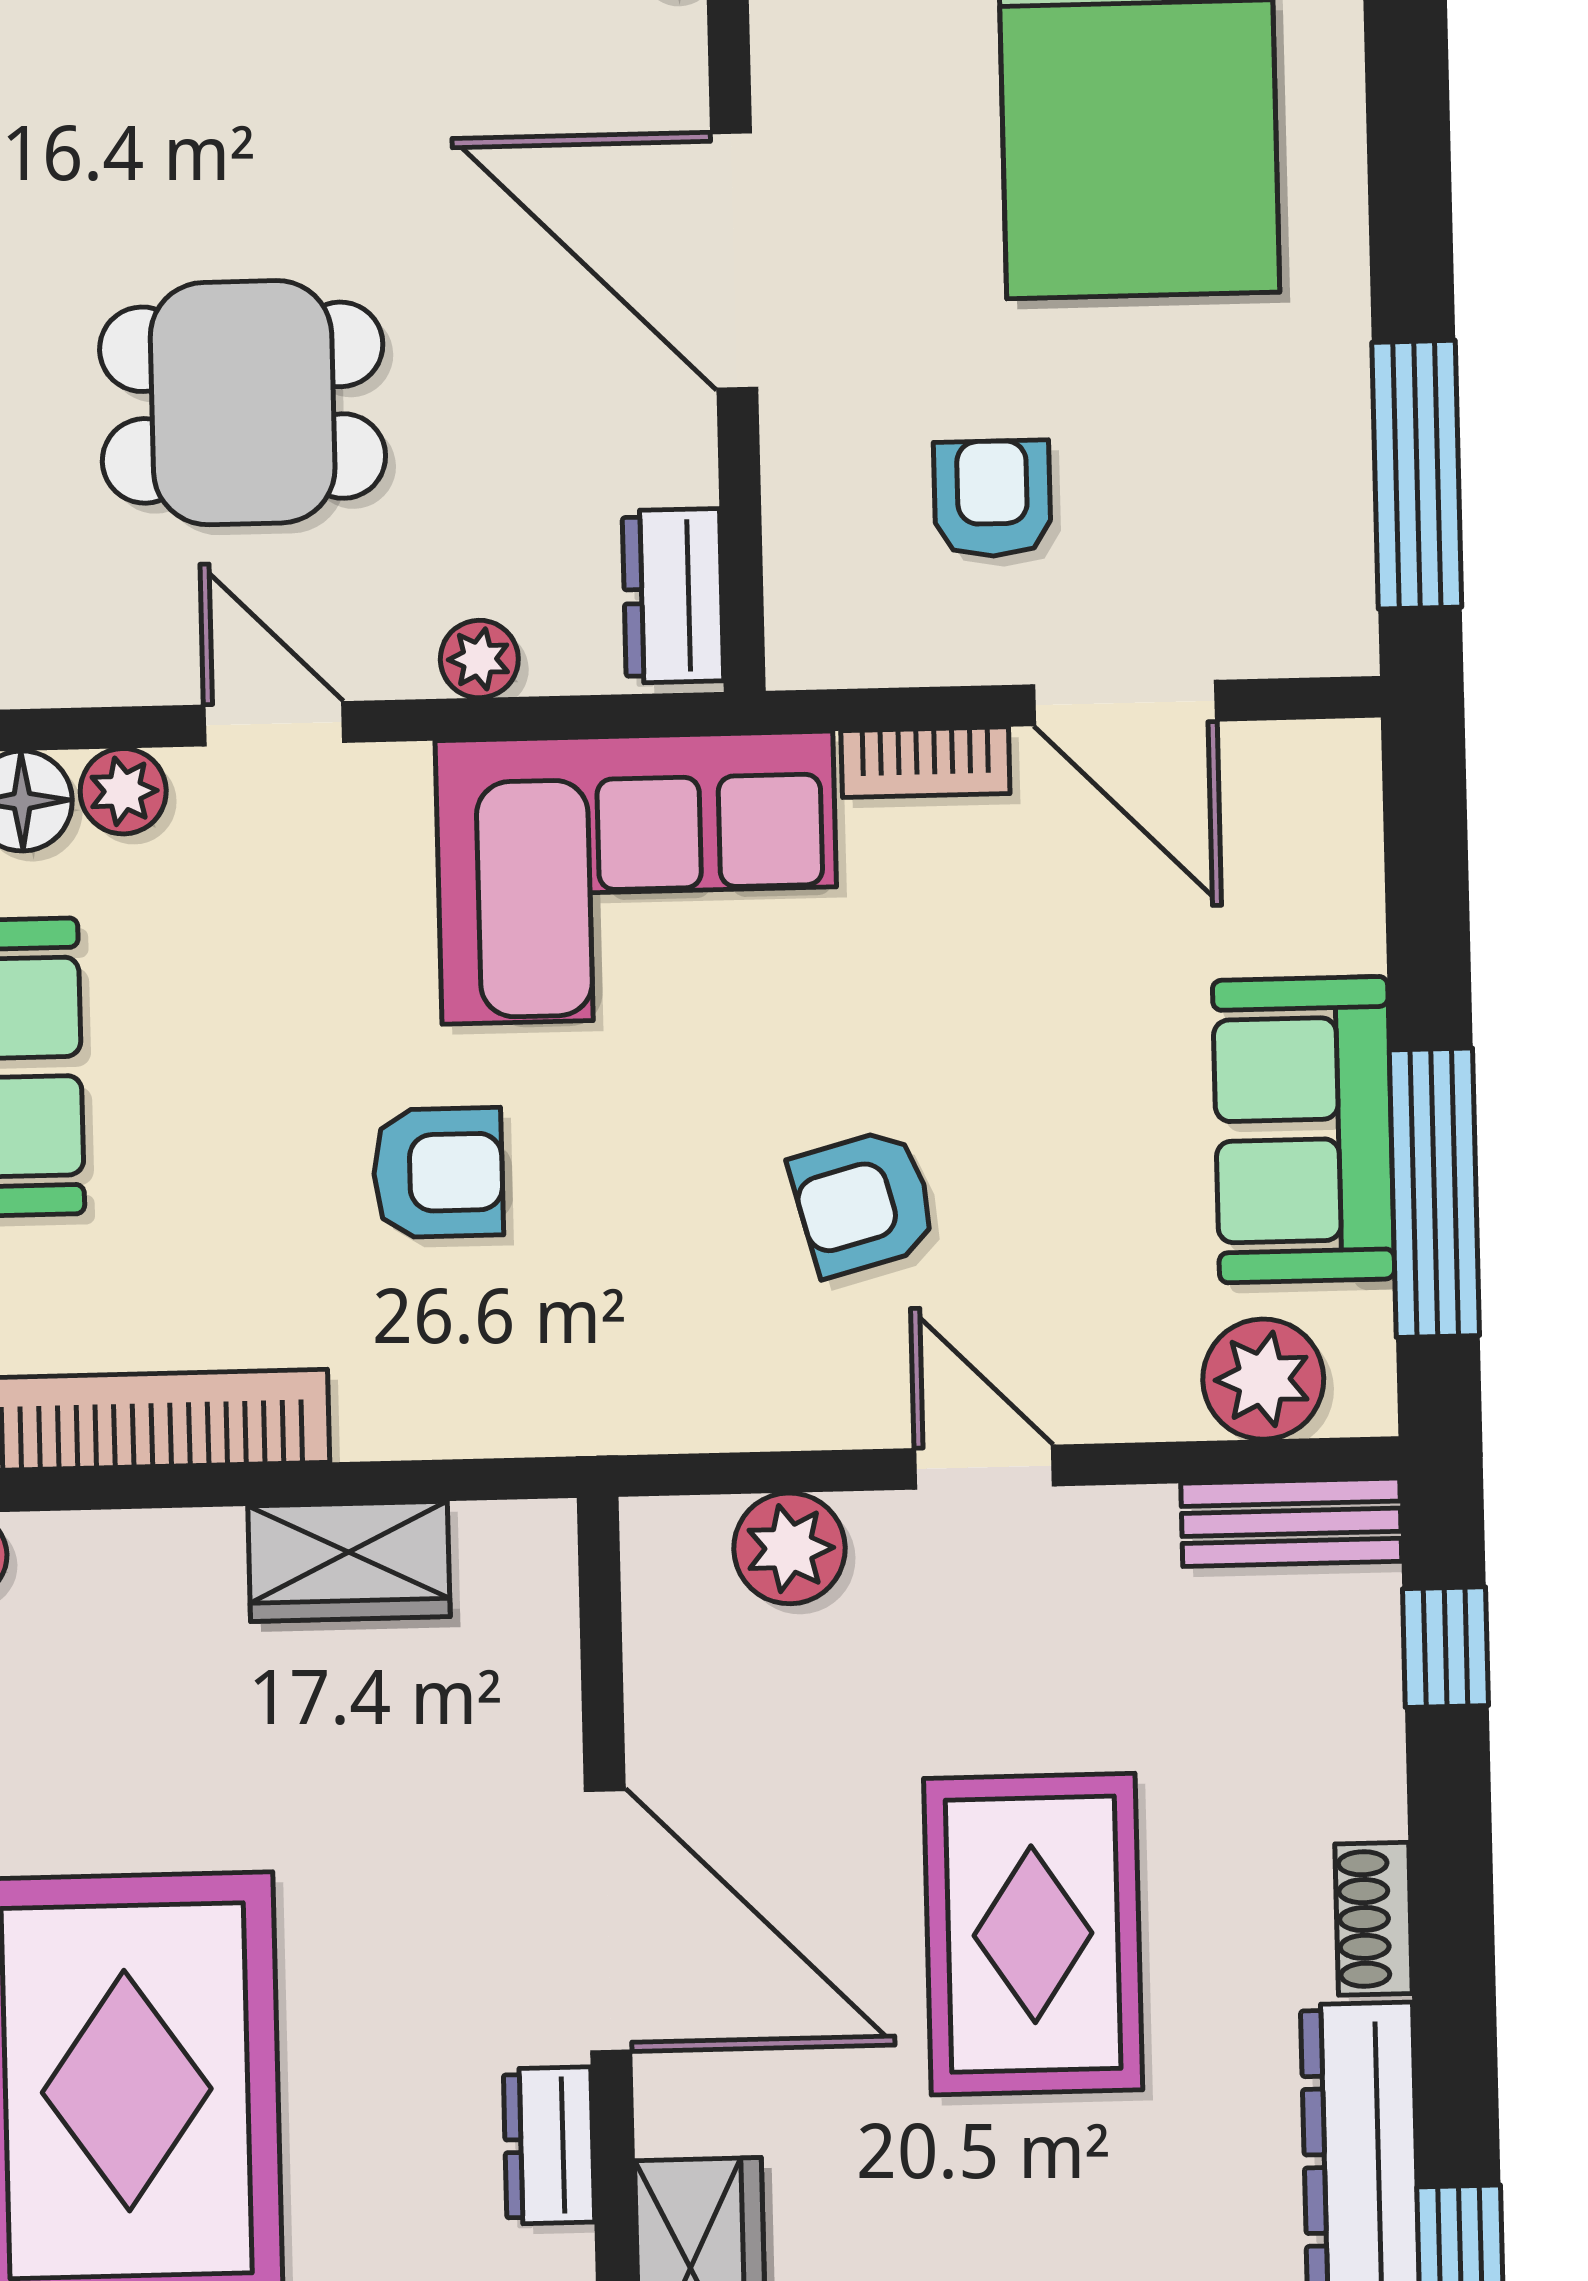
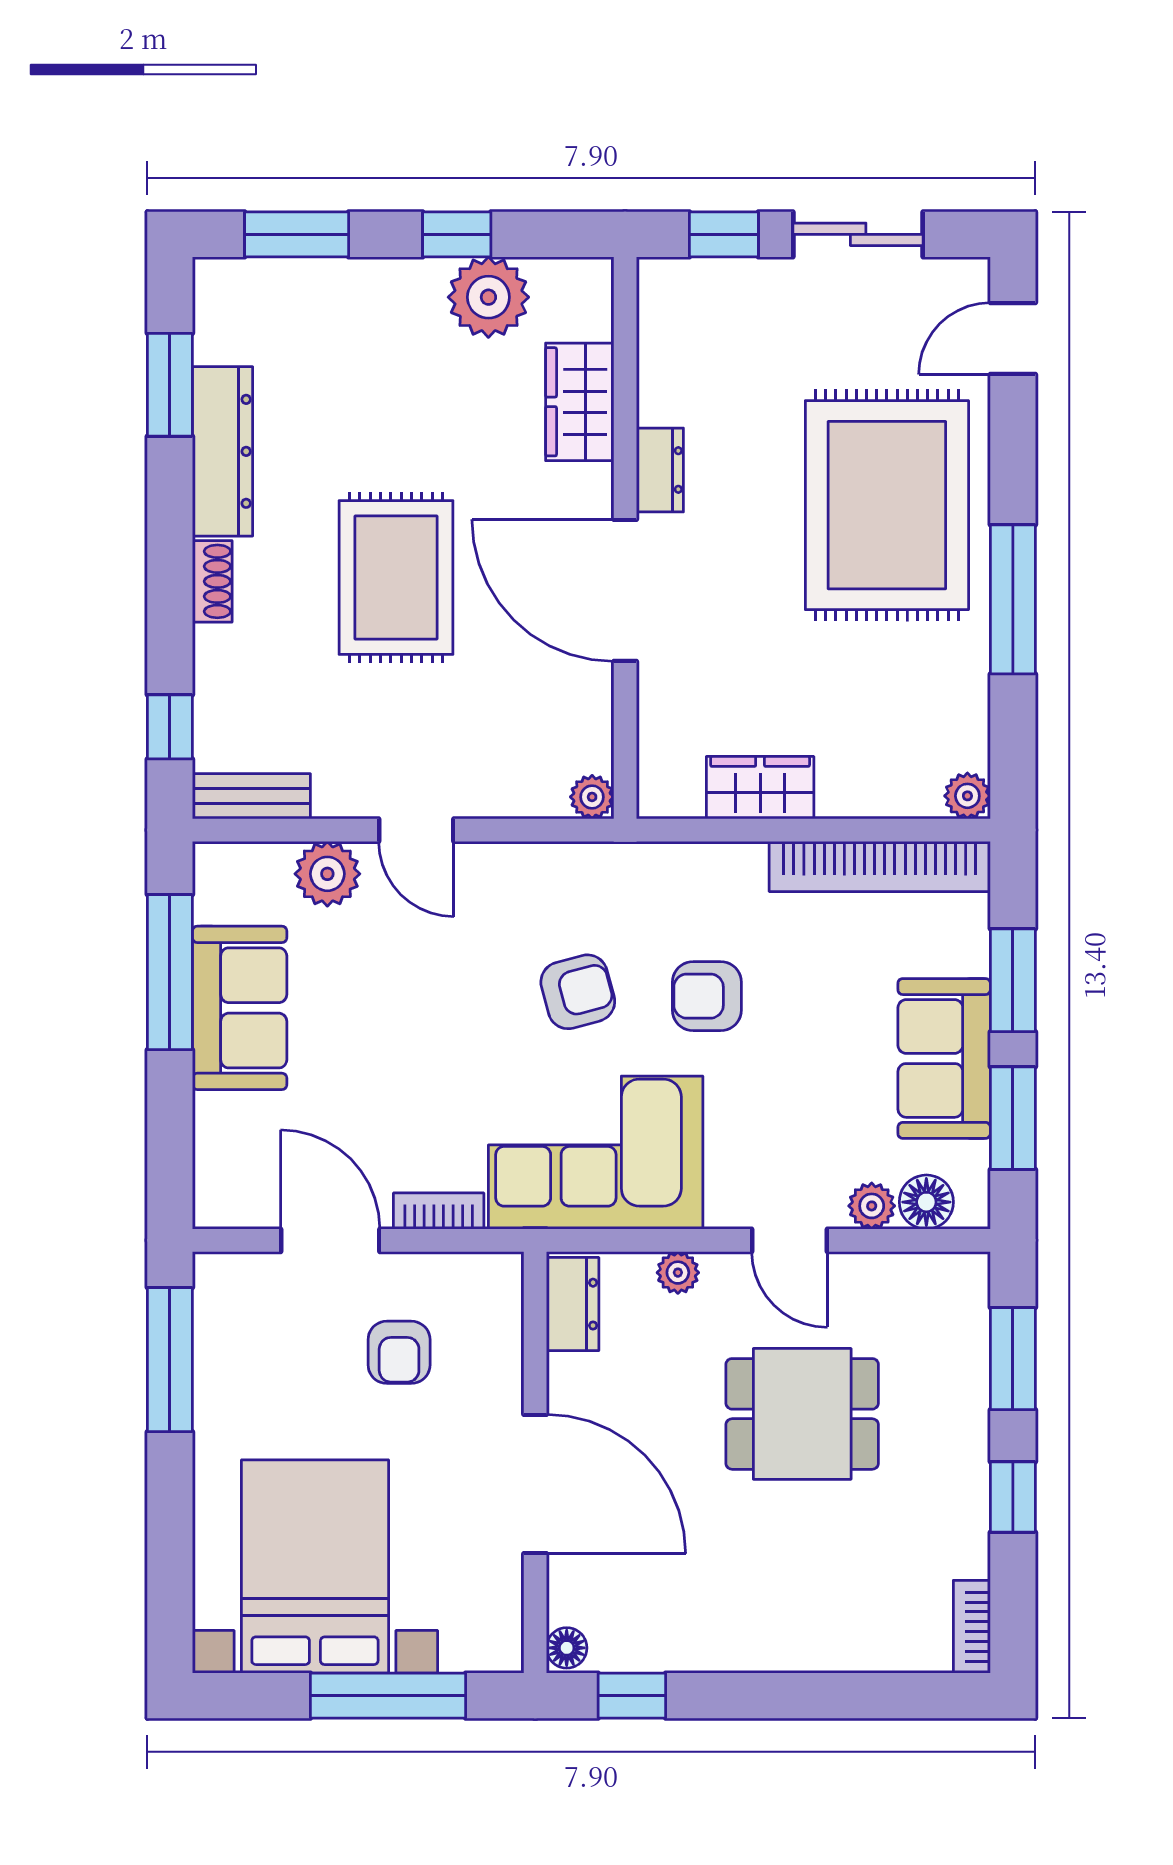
armchair: (864, 1202) -> (578, 992), moved
plant: (1263, 1379) -> (327, 874), moved
plant: (789, 1548) -> (592, 797), moved, width x0.73, depth x0.73

